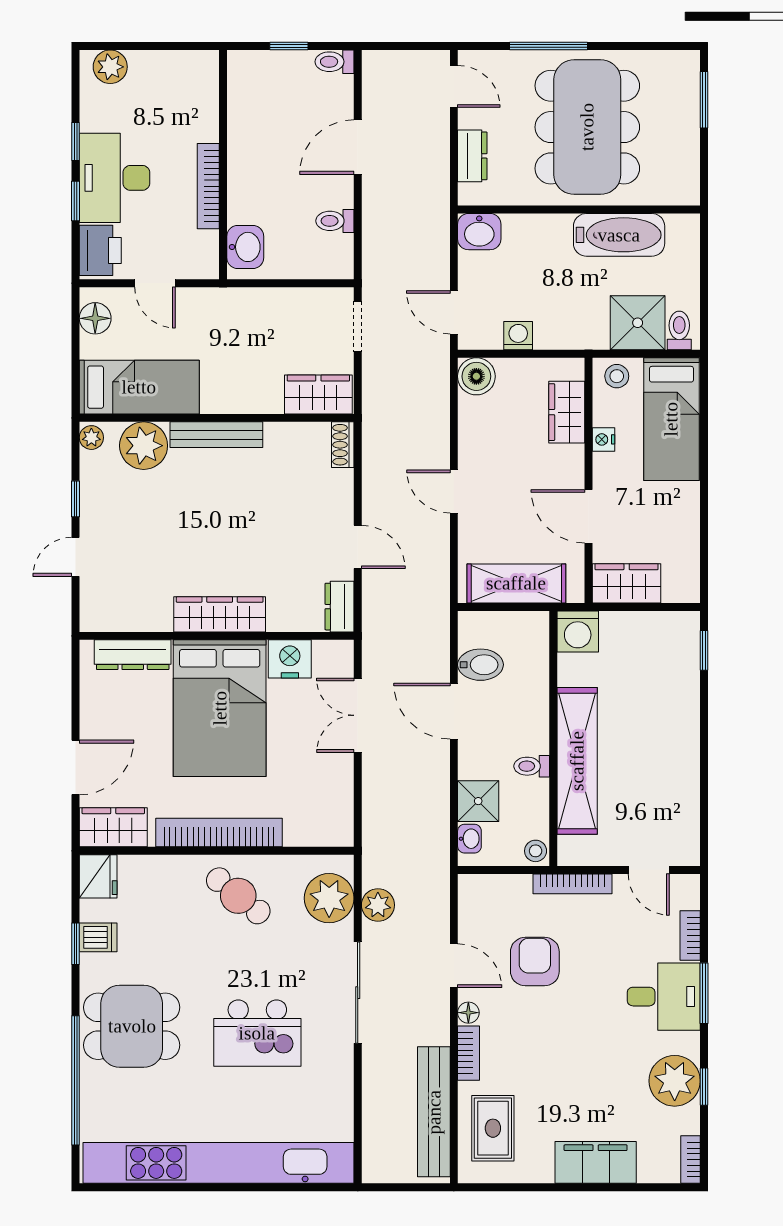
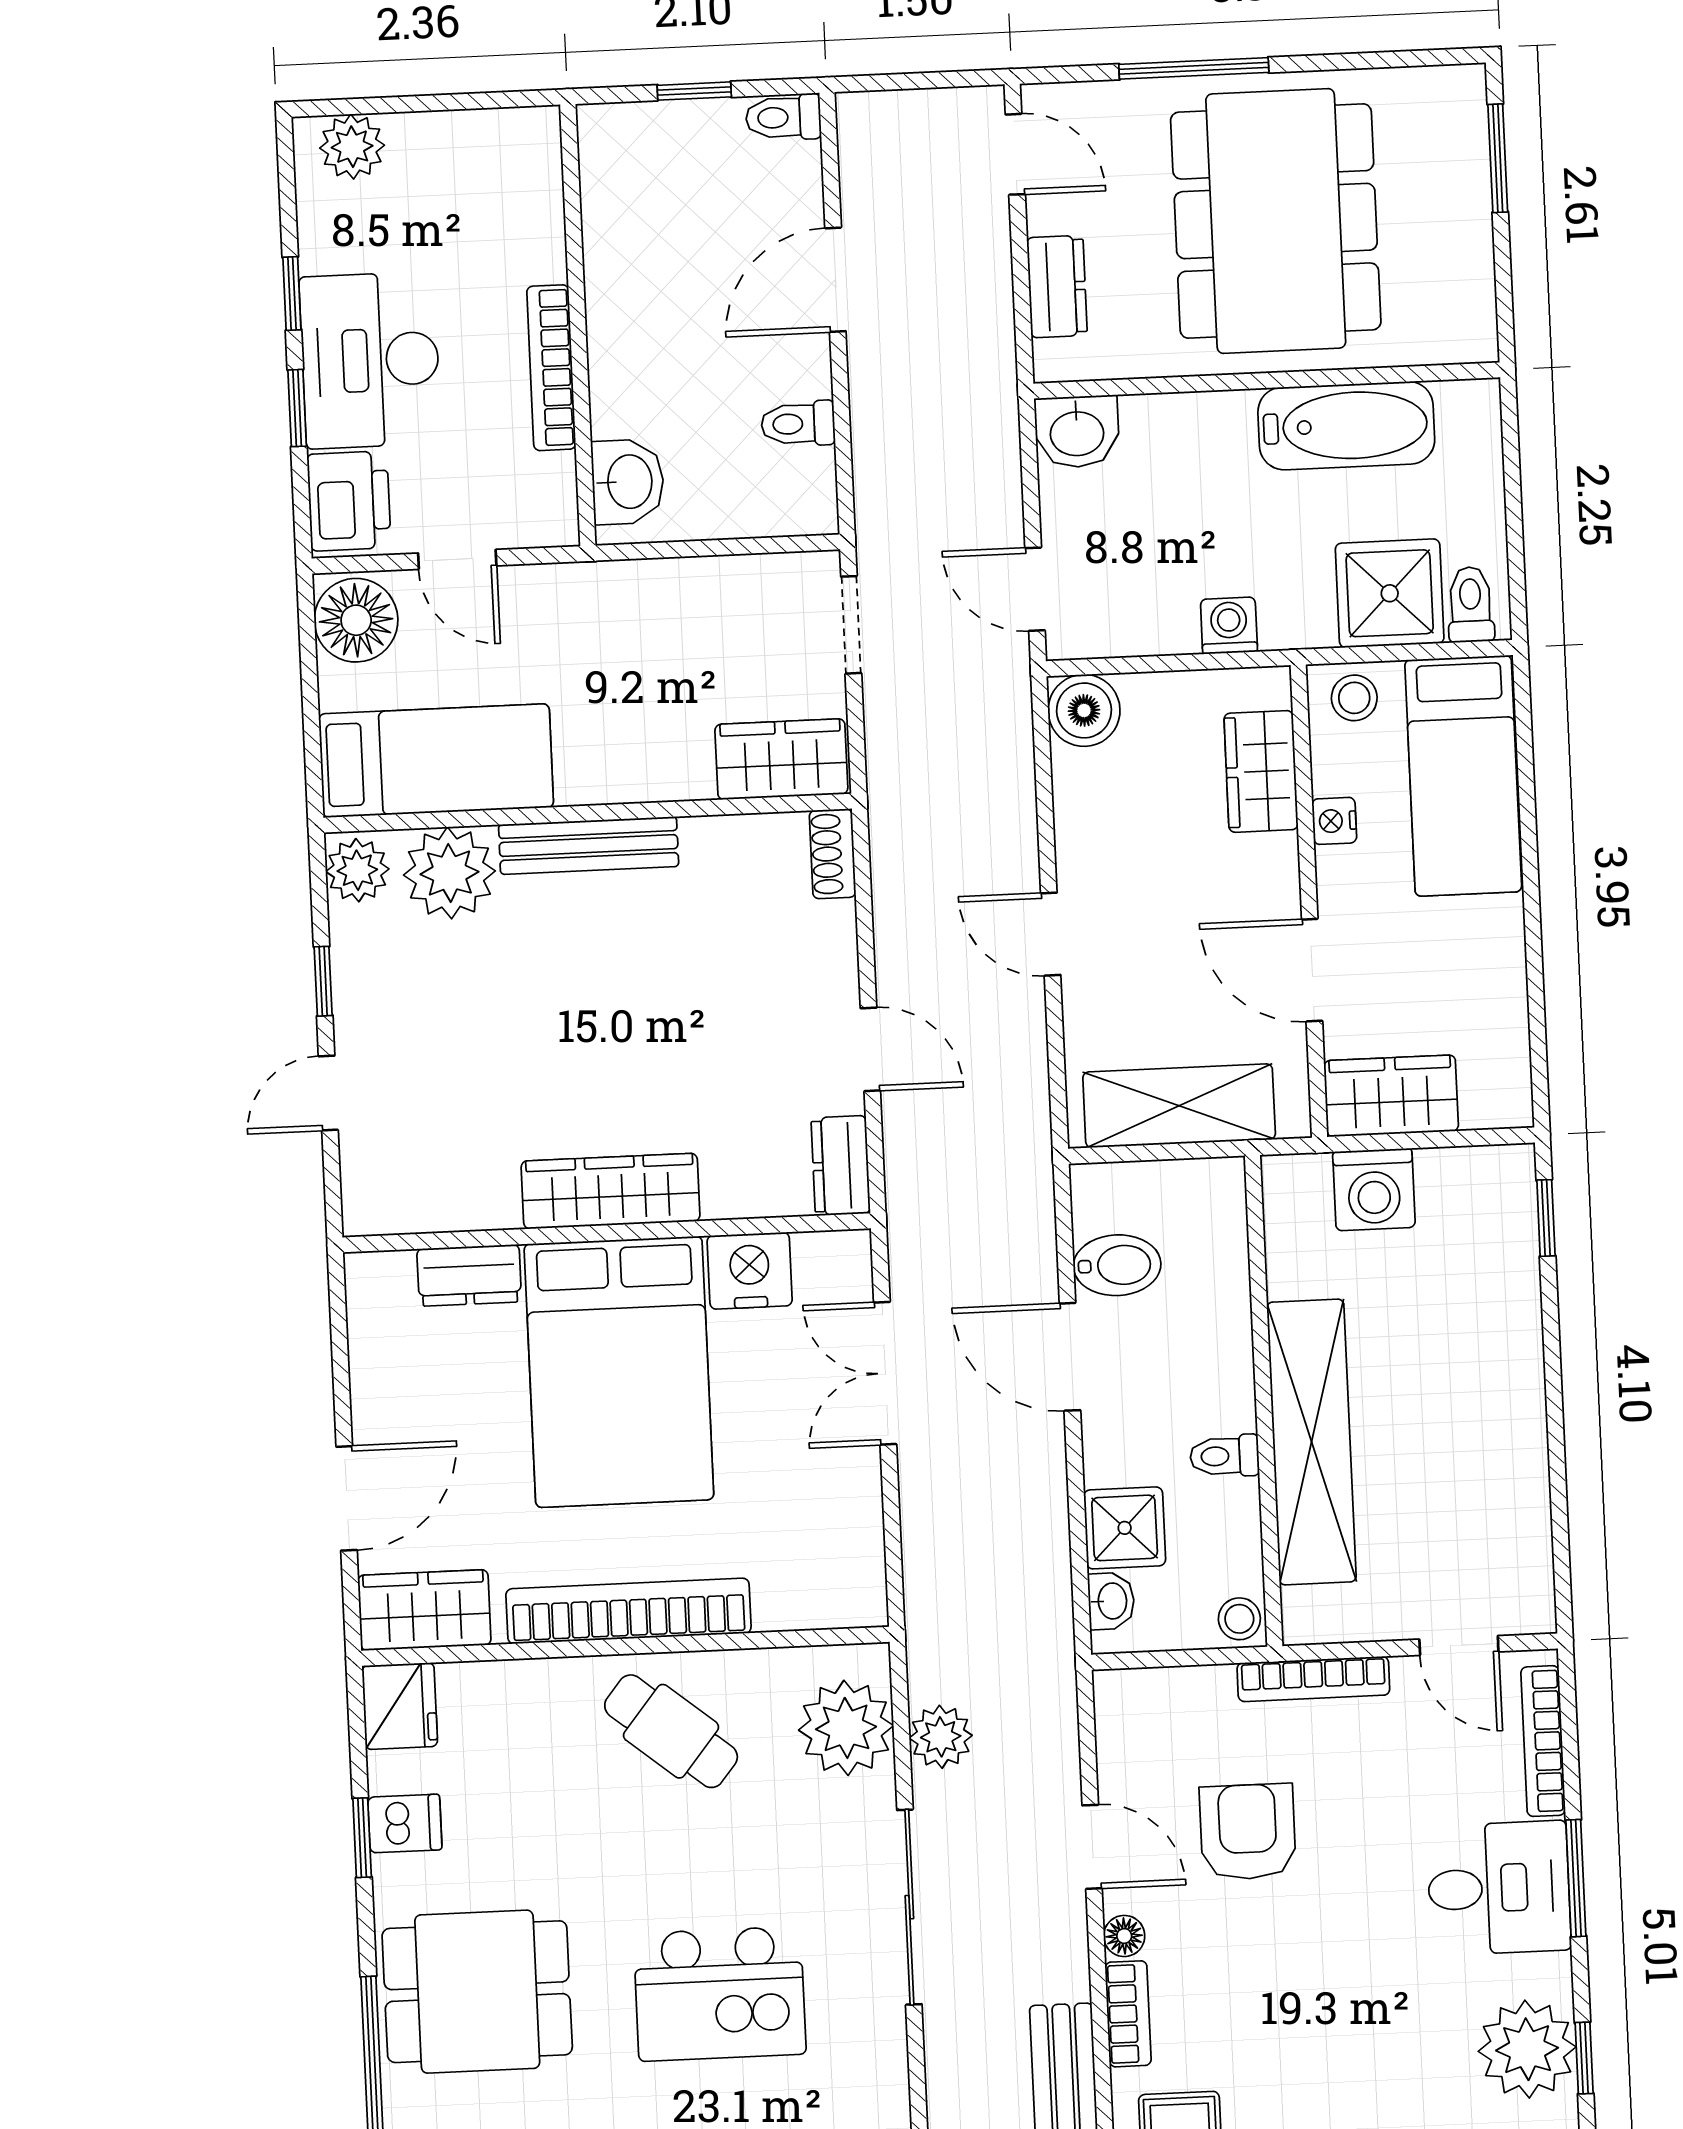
floor lamp: (95, 318) -> (356, 620), width x1.38, depth x1.38
washing machine: (518, 336) -> (1229, 626), moved
plant: (91, 438) -> (357, 870), width x1.38, depth x1.38
washing machine: (578, 631) -> (1374, 1189), moved
dresser: (133, 655) -> (469, 1275), width x0.70
bookcase: (690, 935) -> (1543, 1741), width x1.56

